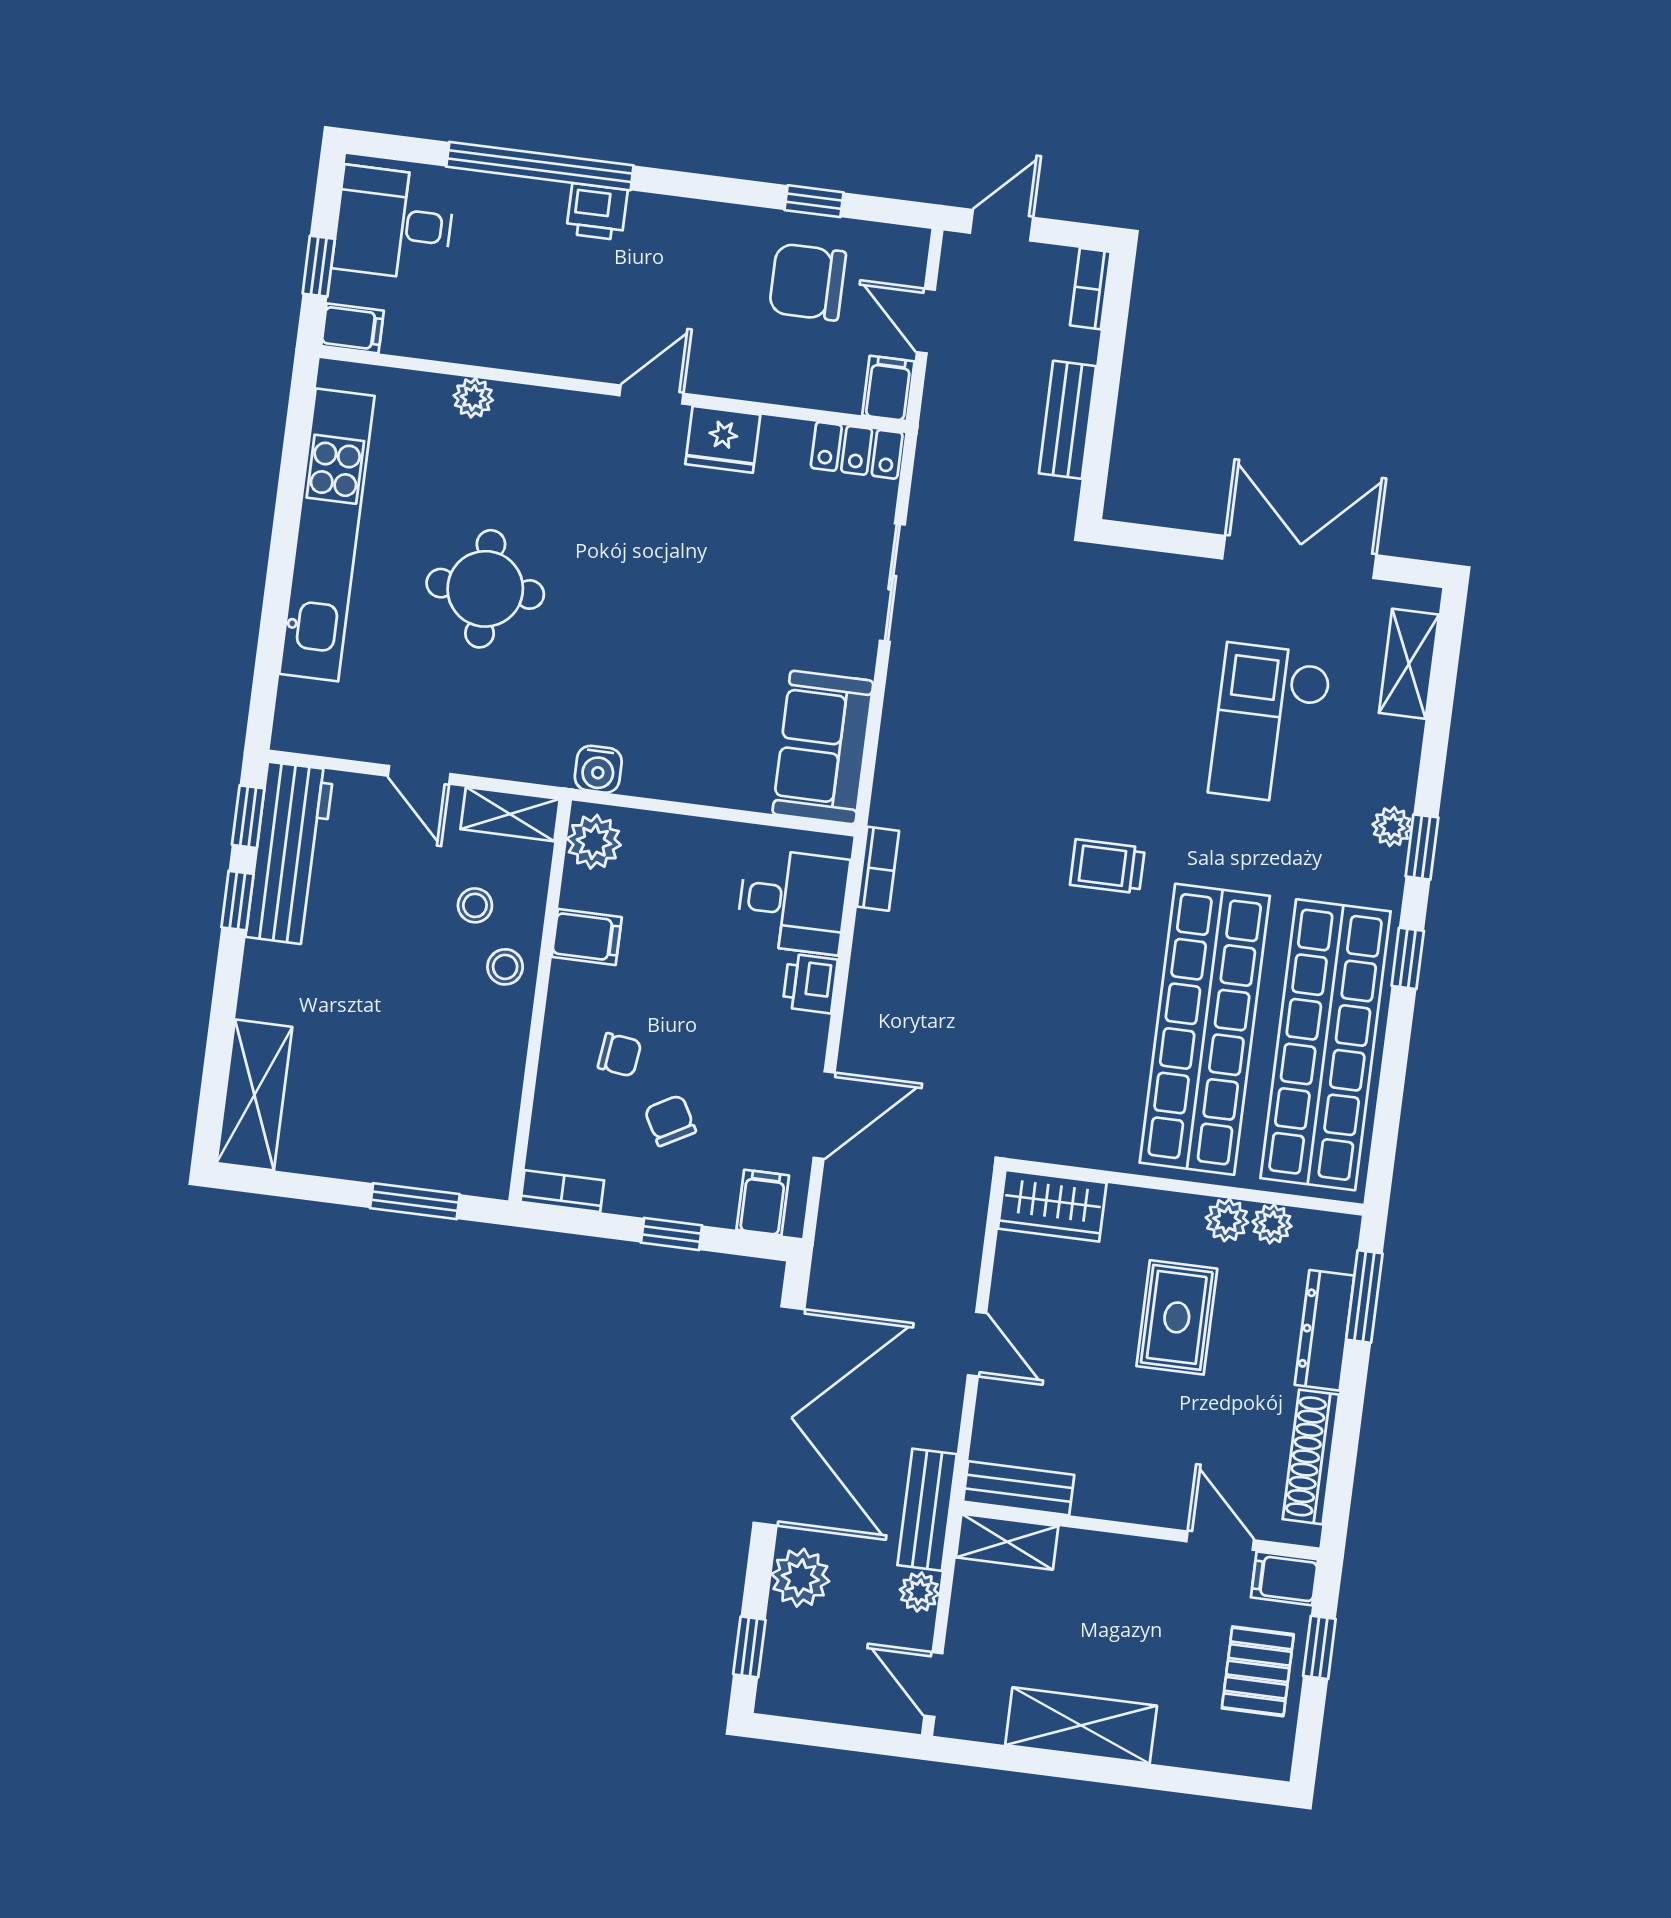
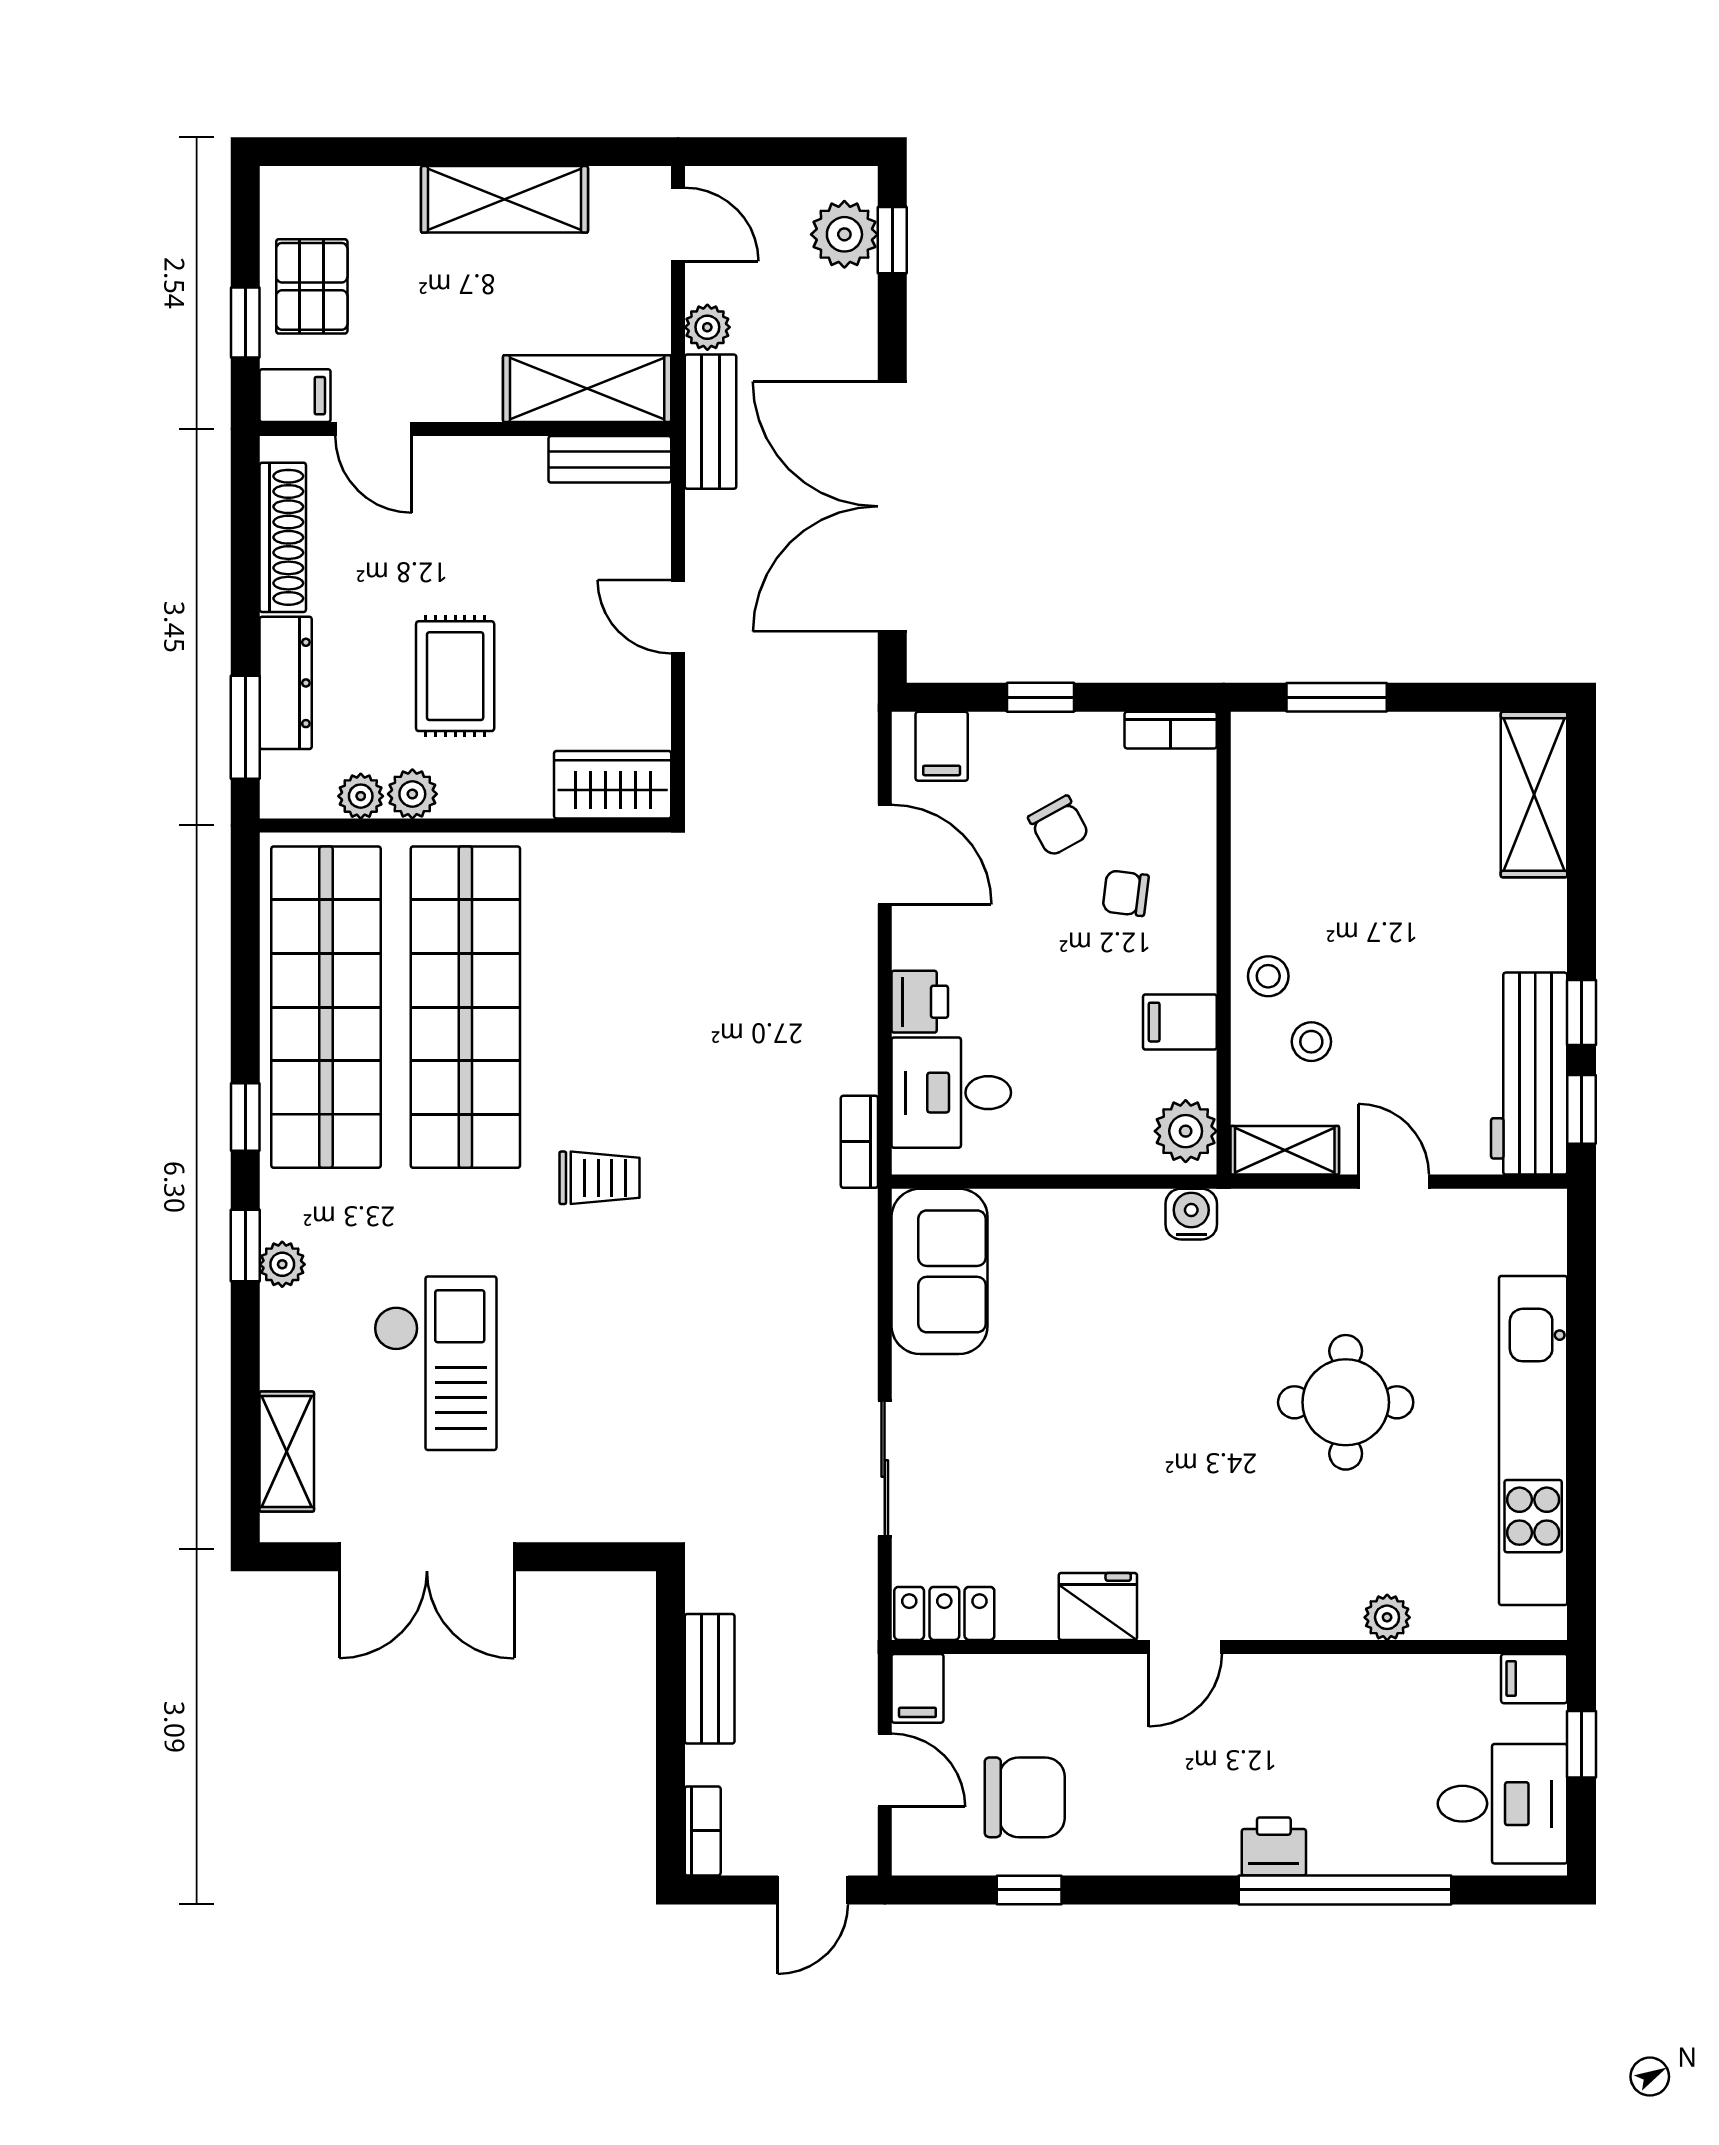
door: (824, 1115) -> (885, 854), swing flipped
shelving: (1007, 1542) -> (587, 389), width x1.50, depth x1.33
plant: (800, 1578) -> (844, 234), moved

